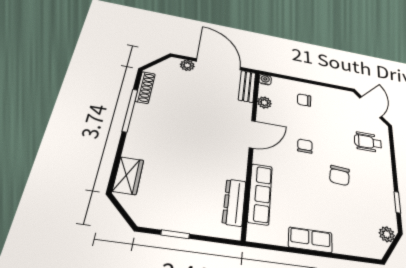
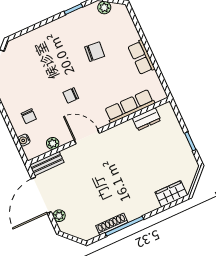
water cooler: (265, 80) -> (24, 140), moved
shoe rack: (145, 87) -> (112, 224), moved
wheelchair: (368, 142) -> (34, 51), removed
chair: (340, 175) -> (95, 52), moved
dresser: (234, 202) -> (147, 119), width x0.70

